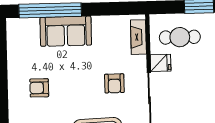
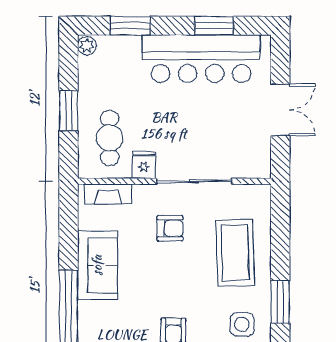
sofa: (66, 31) -> (97, 265), moved

